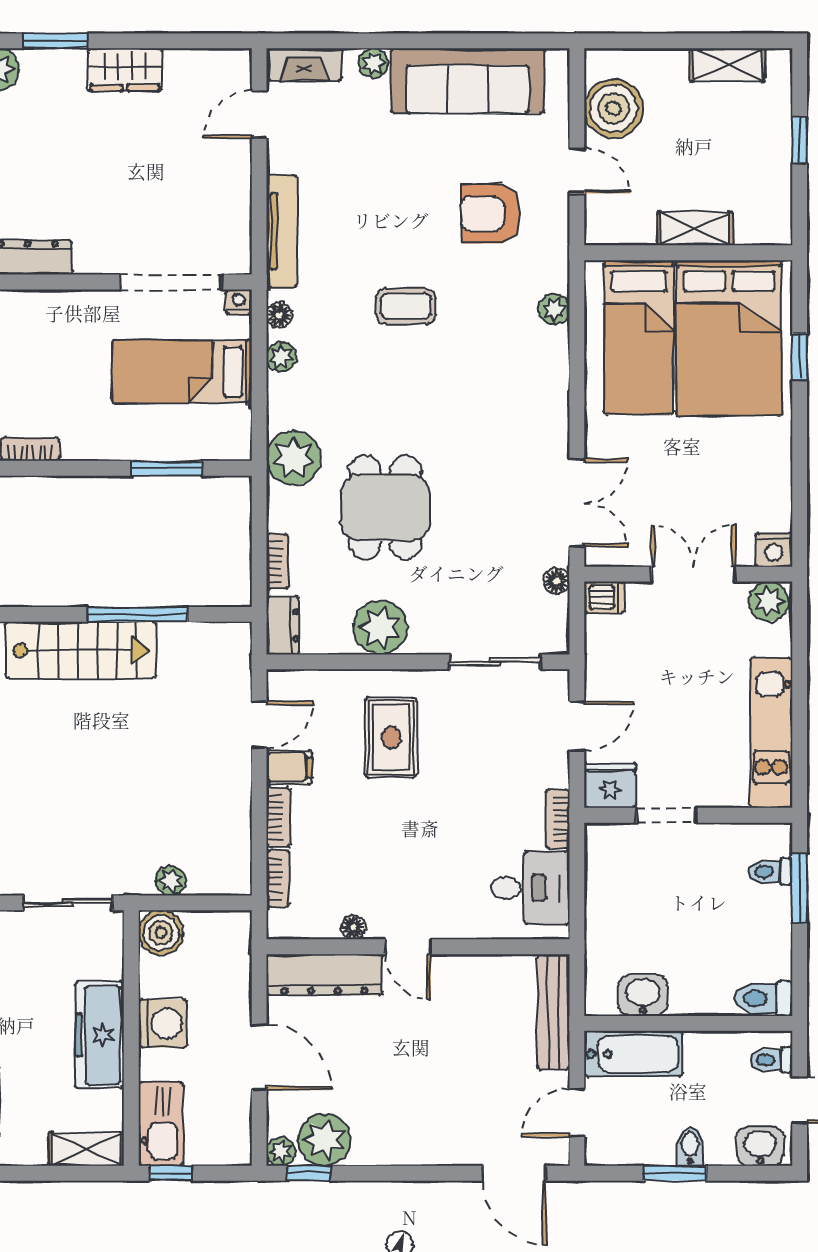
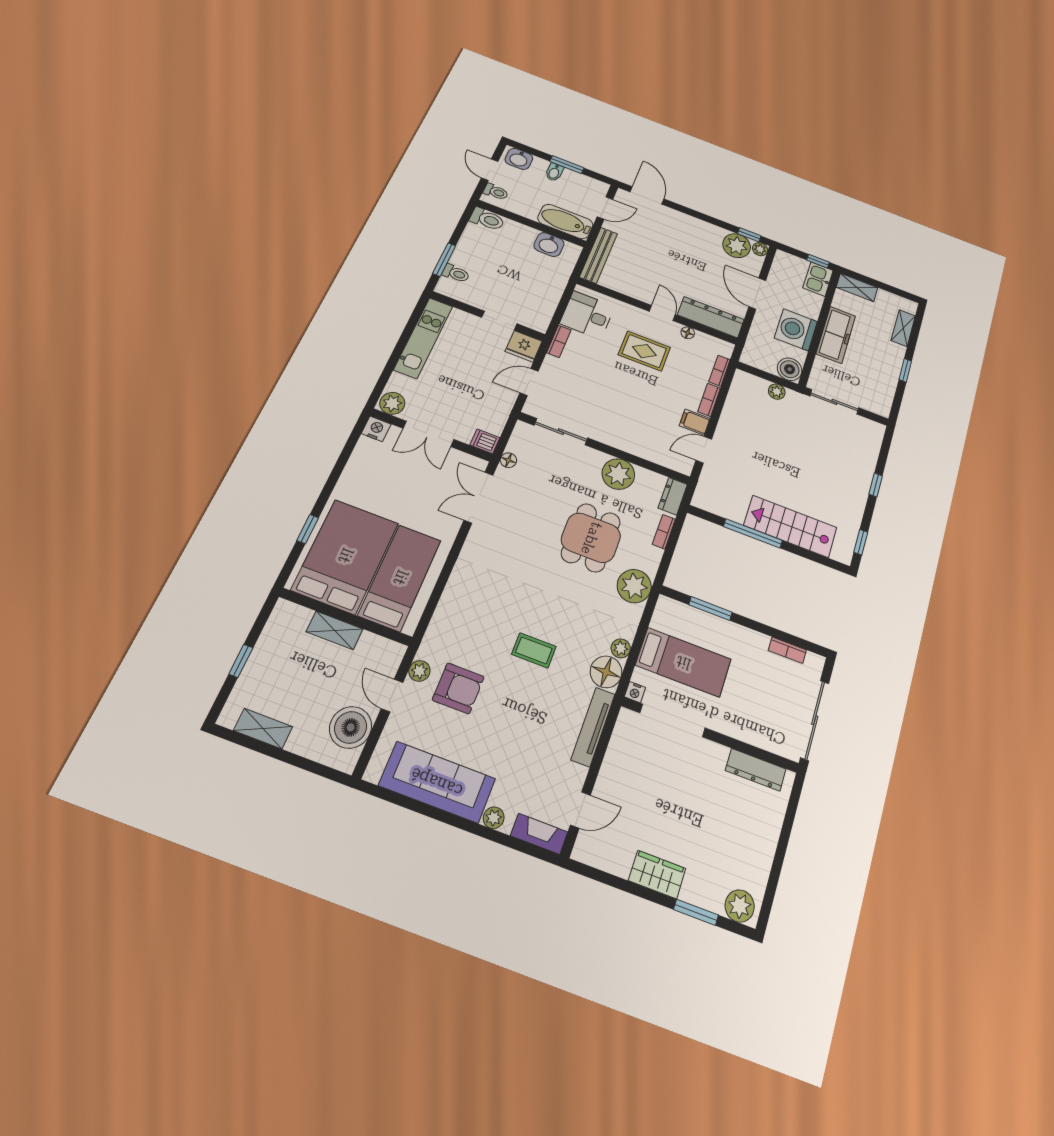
plant: (554, 309) -> (419, 671), moved
floor lamp: (279, 315) -> (606, 672), width x1.89, depth x1.89
rug: (391, 737) -> (644, 351), moved, turned 90
washing machine: (163, 1023) -> (796, 330), width x1.37, depth x1.37
kitchen sink: (161, 1124) -> (818, 279), width x0.73

